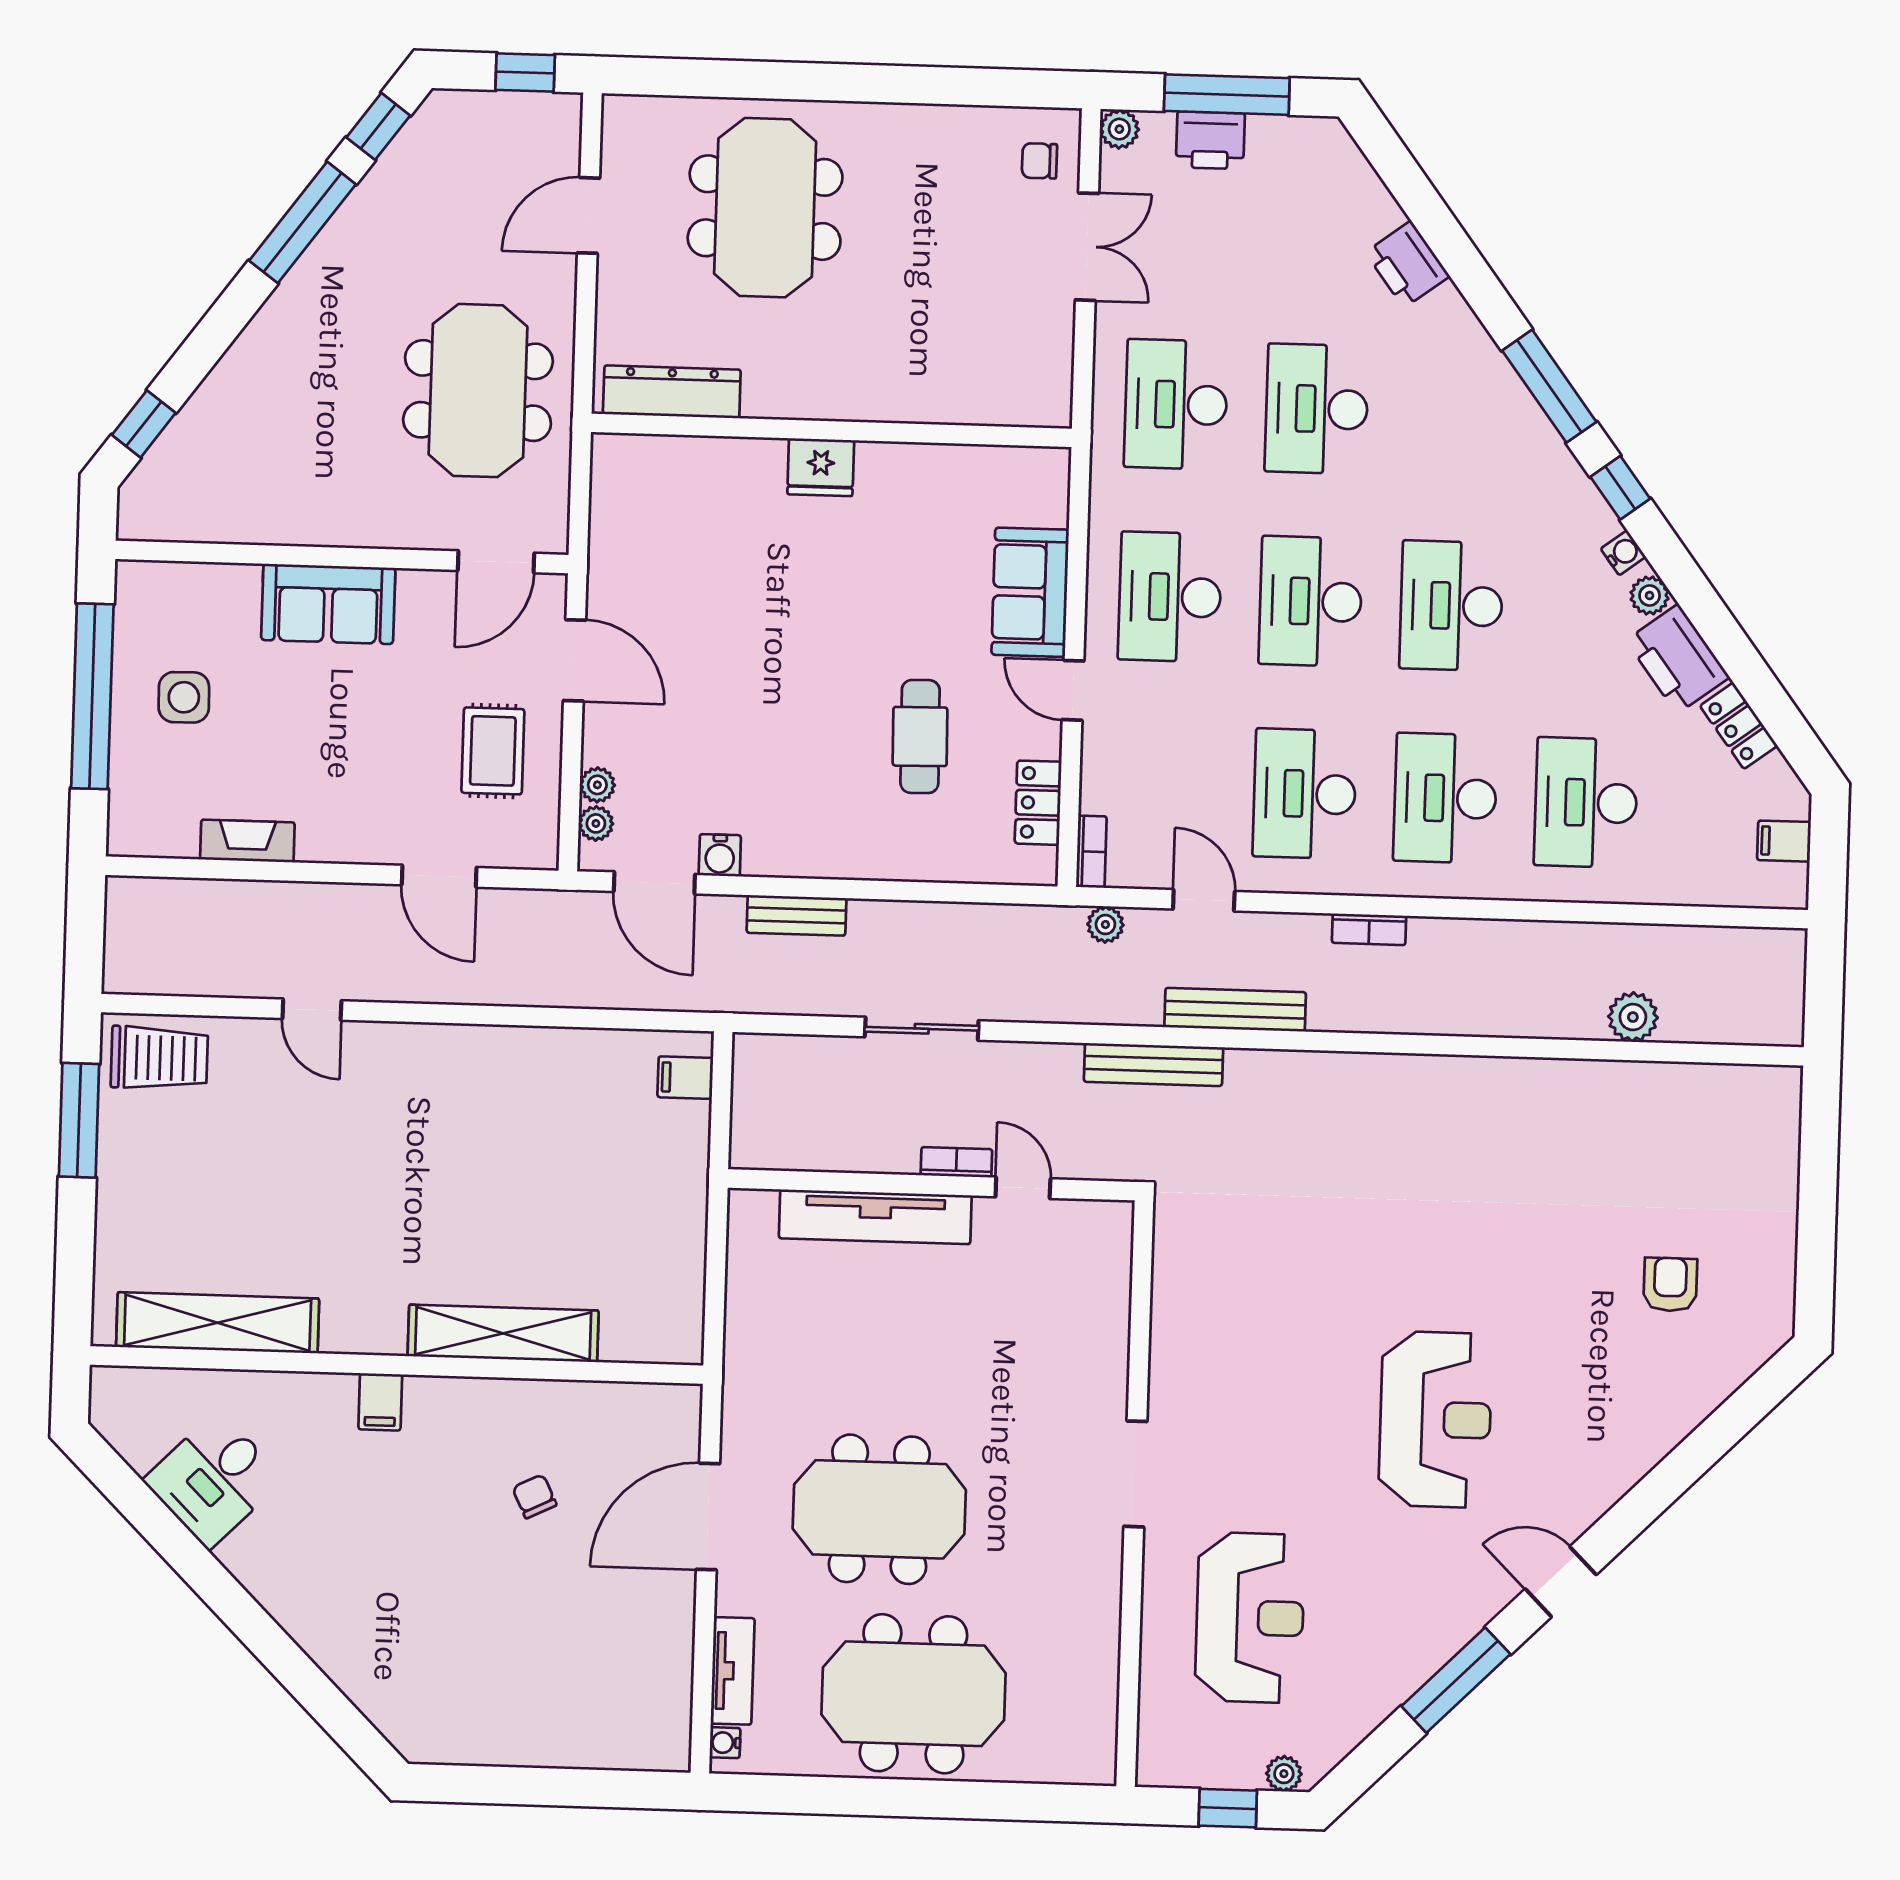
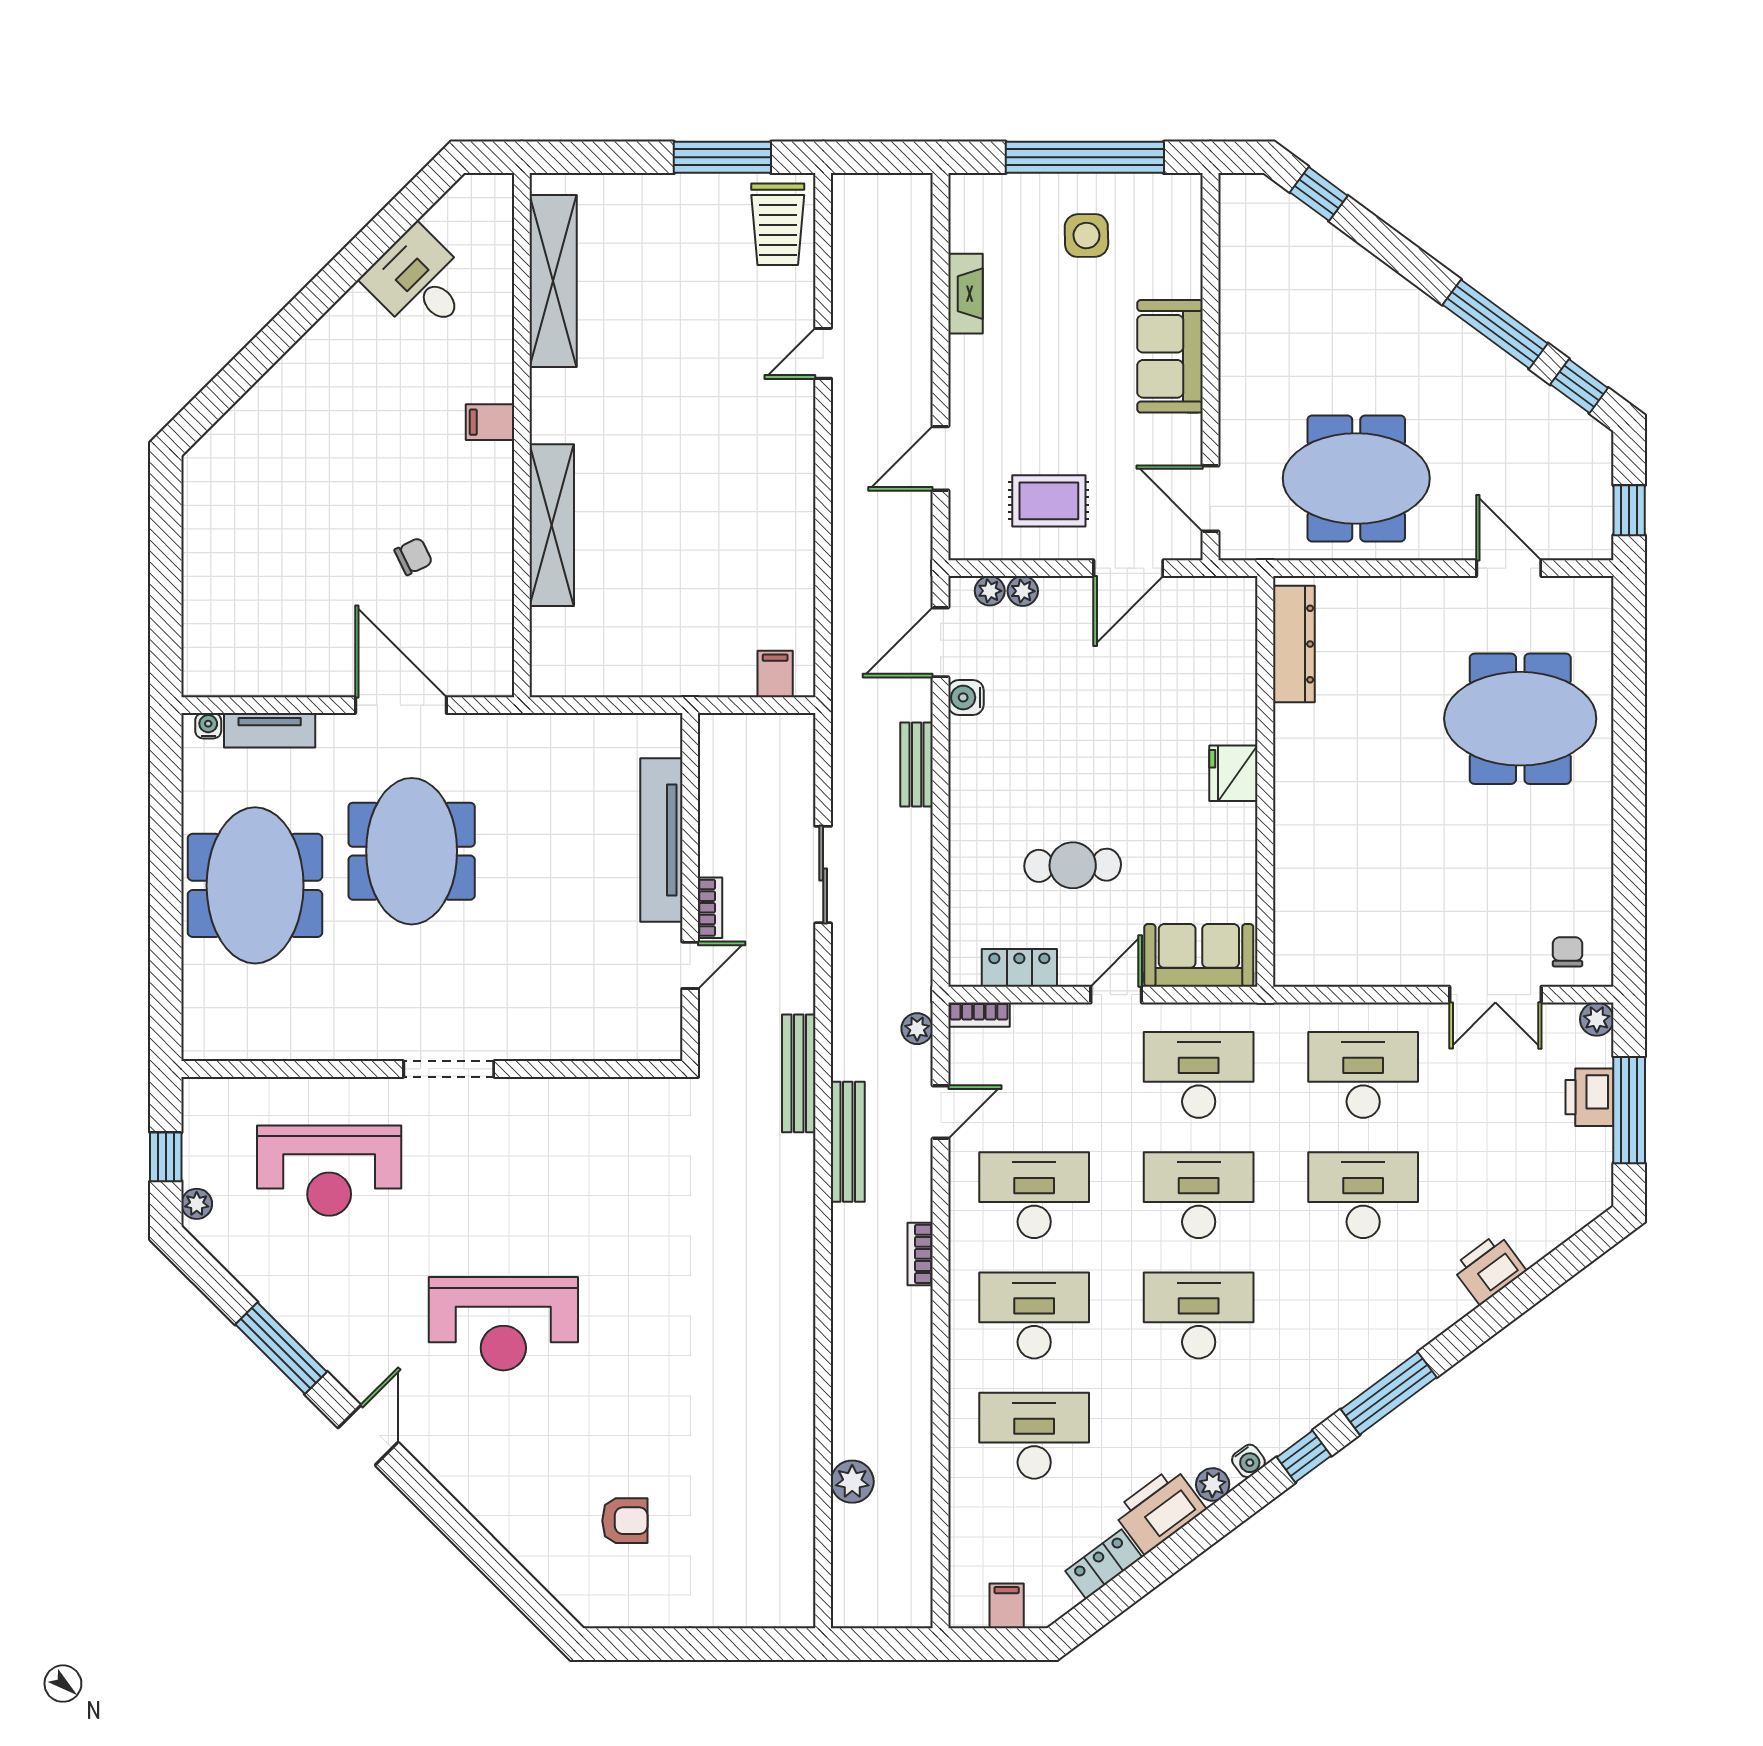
dresser: (672, 392) -> (1294, 644), moved
wall: (831, 430) -> (1265, 781), moved
fridge: (821, 467) -> (1233, 773), moved

